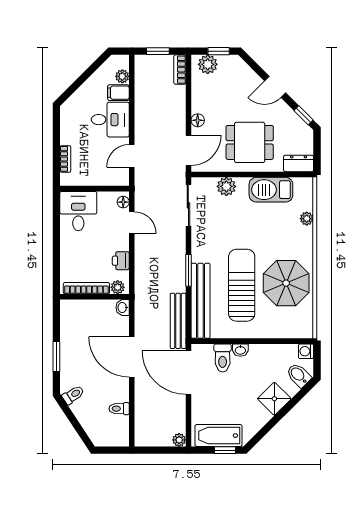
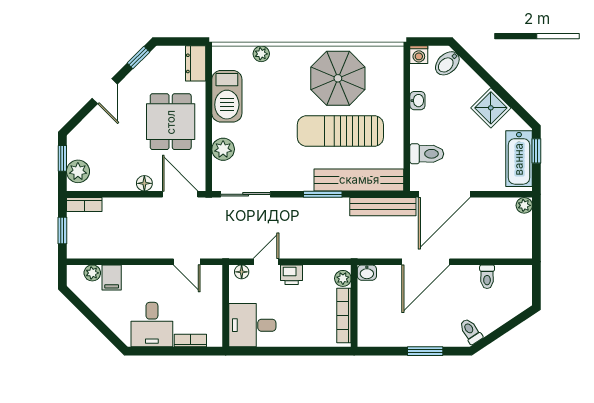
desk: (110, 120) -> (152, 325), moved, turned 180
printer: (121, 261) -> (292, 275), moved
washbasin: (240, 350) -> (417, 101), moved
shower: (274, 399) -> (491, 108), moved

